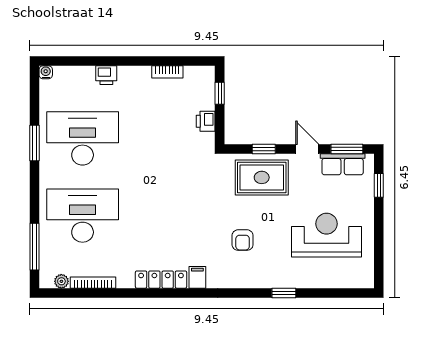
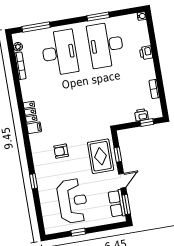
printer: (206, 121) -> (141, 115), moved
desk: (83, 138) -> (106, 45), turned 180
window: (379, 185) -> (78, 232), moved
locker: (161, 280) -> (30, 112), width x0.66

